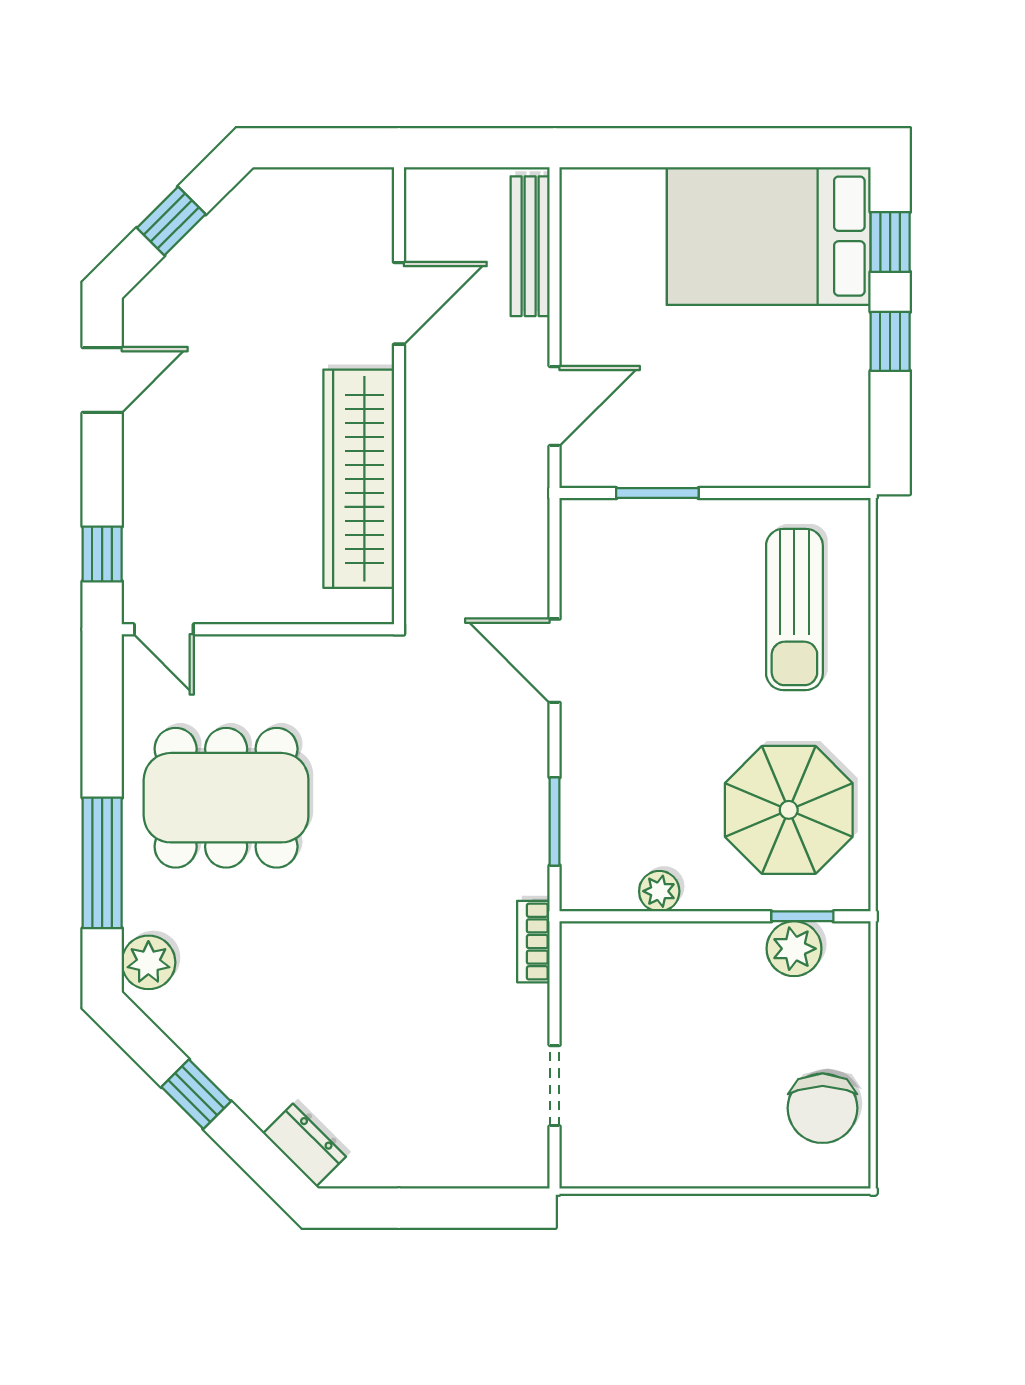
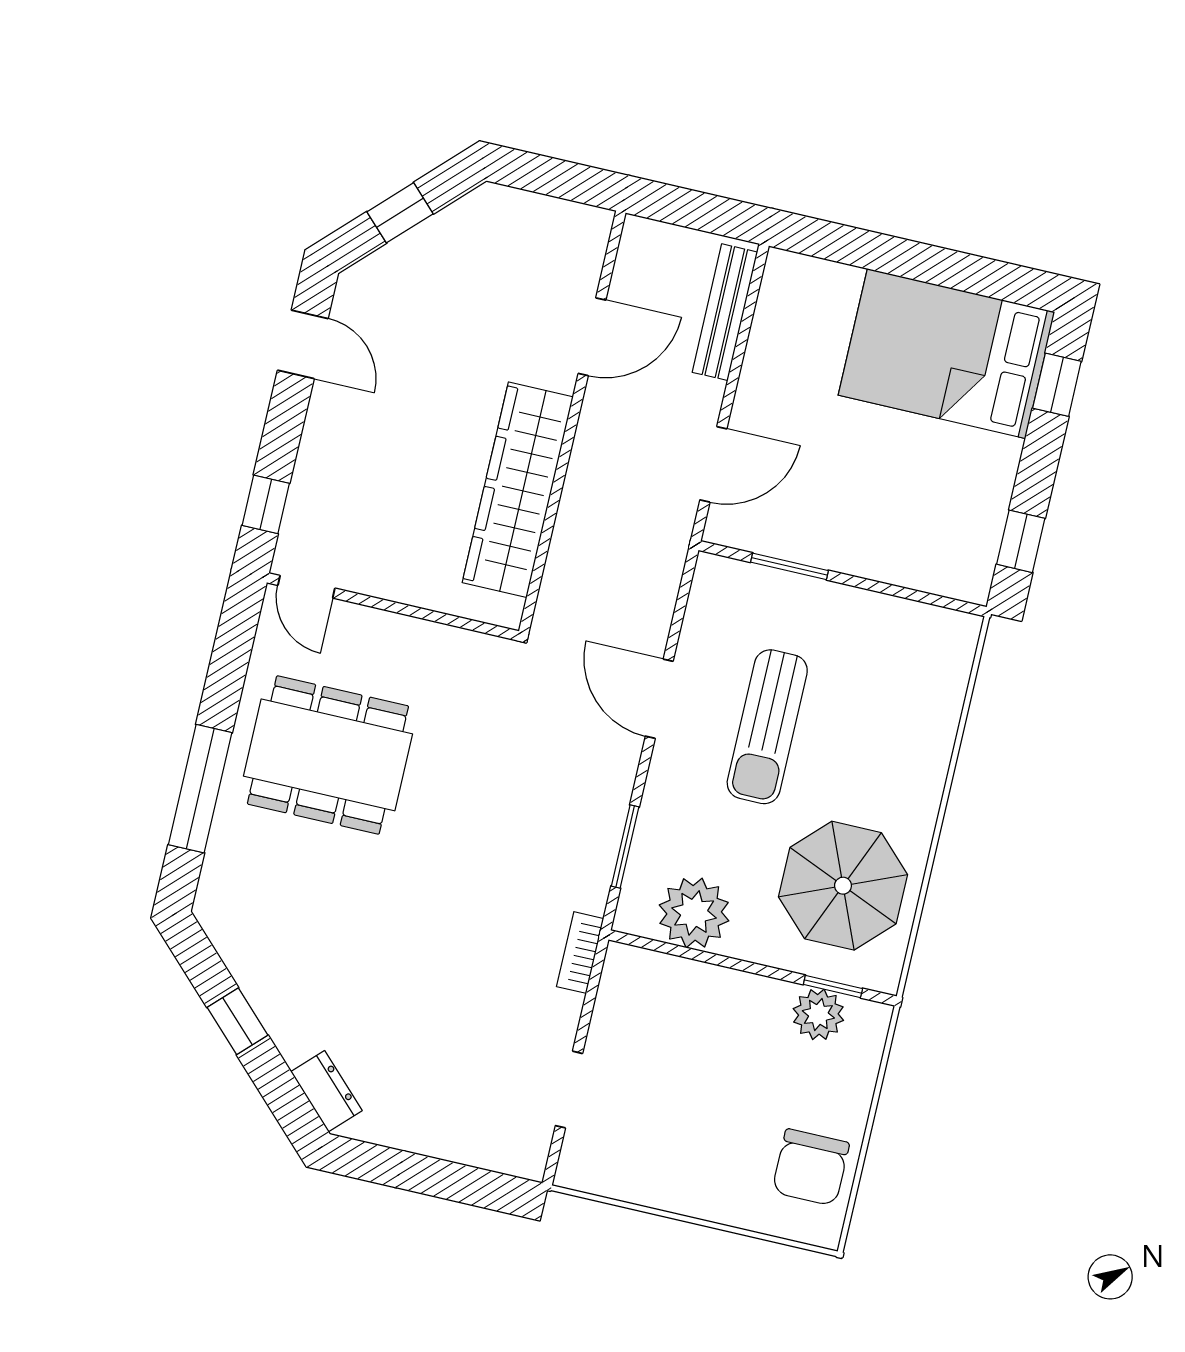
window: (890, 341) -> (1021, 541), moved
door: (102, 380) -> (303, 344), hinge flipped
sun lounger: (794, 609) -> (767, 727), moved
plant: (659, 891) -> (694, 913), width x1.88, depth x1.88
plant: (148, 962) -> (222, 890), removed

